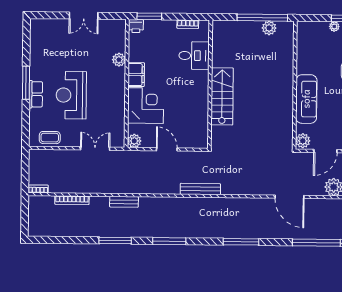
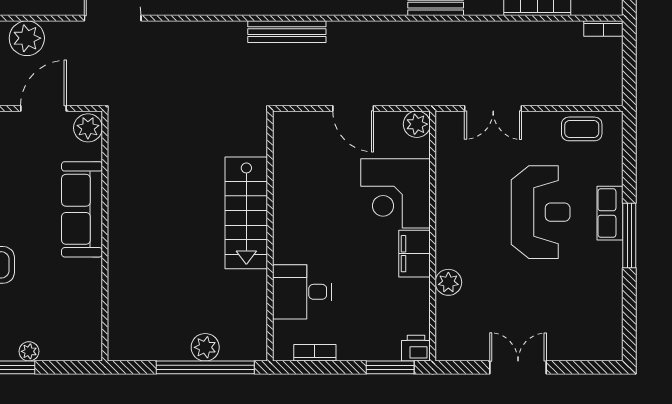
window: (262, 18) -> (205, 367), moved
plant: (269, 28) -> (205, 347), moved

